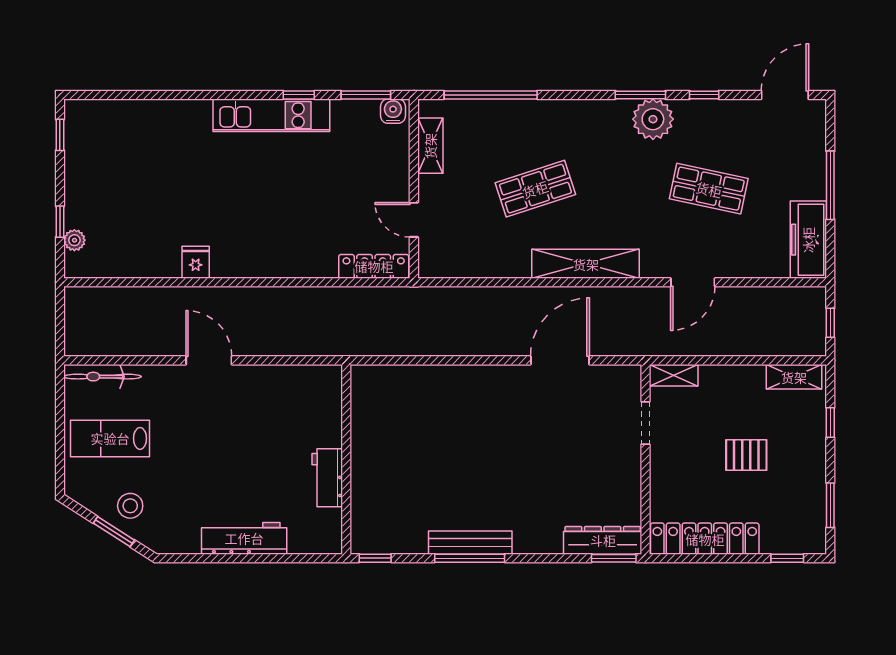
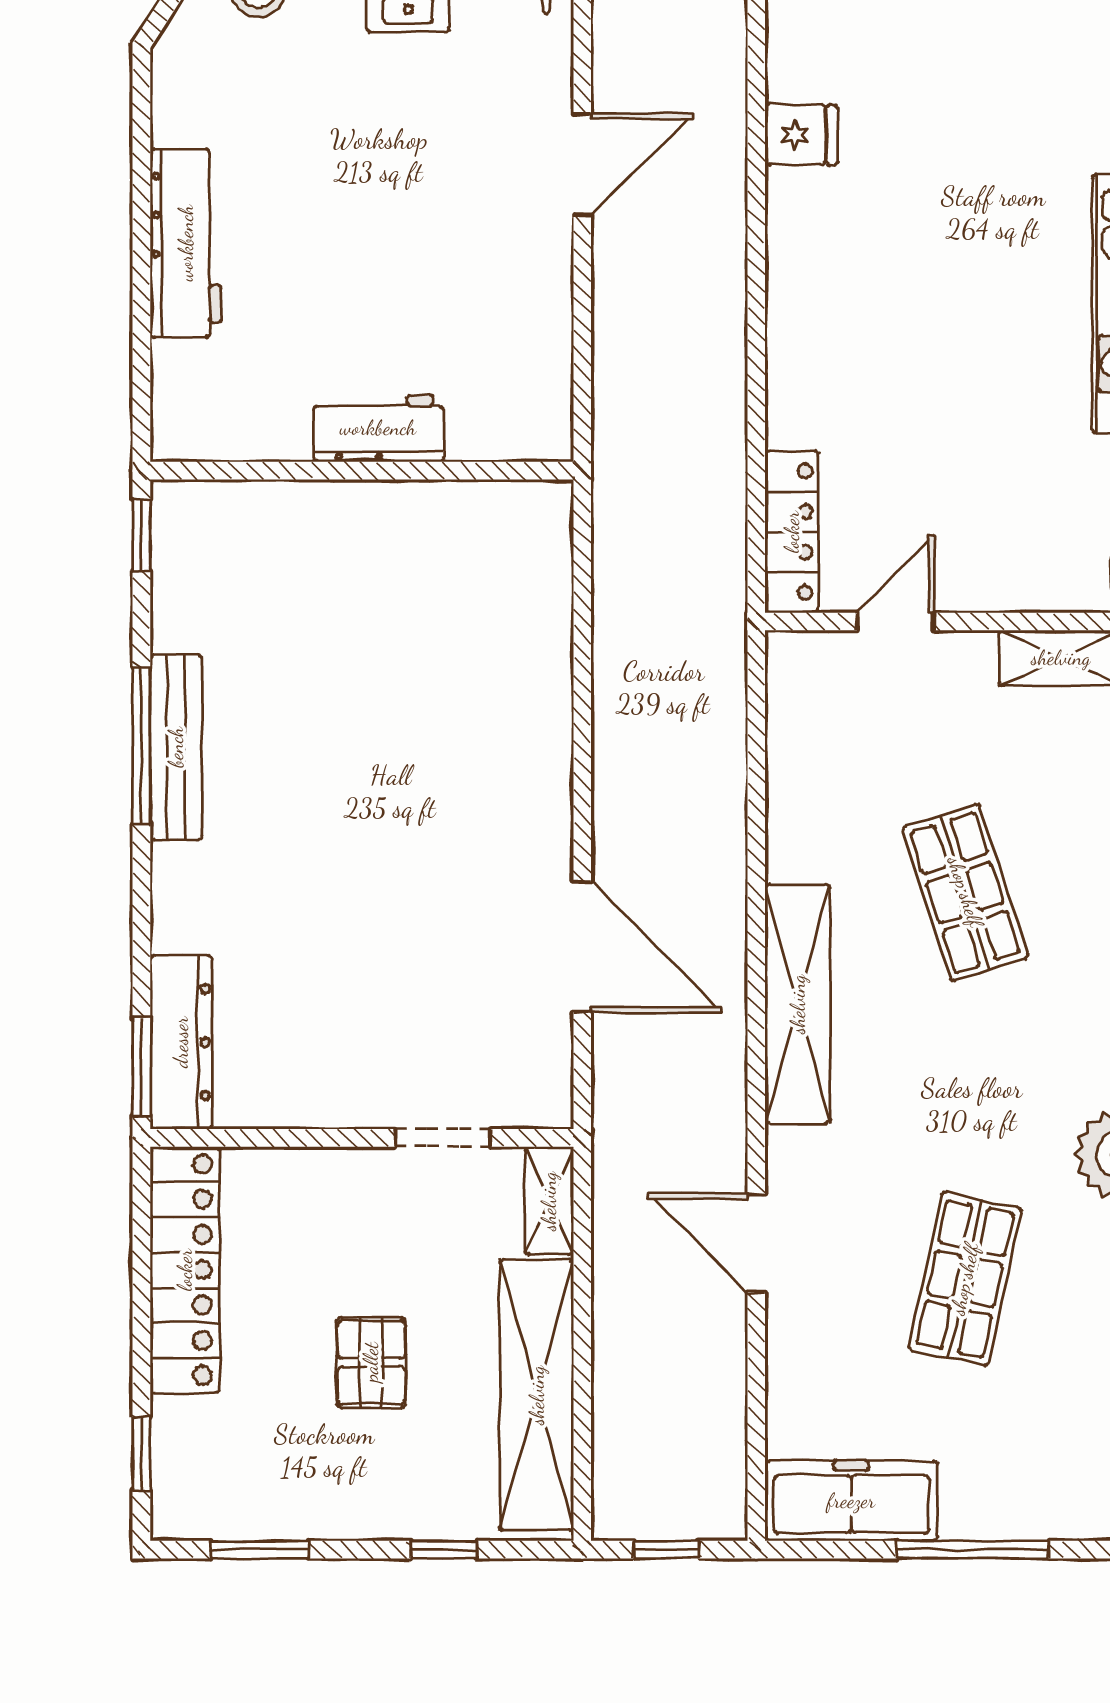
shelving: (794, 377) -> (537, 1395), width x2.20, depth x1.33
workbench: (327, 478) -> (378, 428), moved

